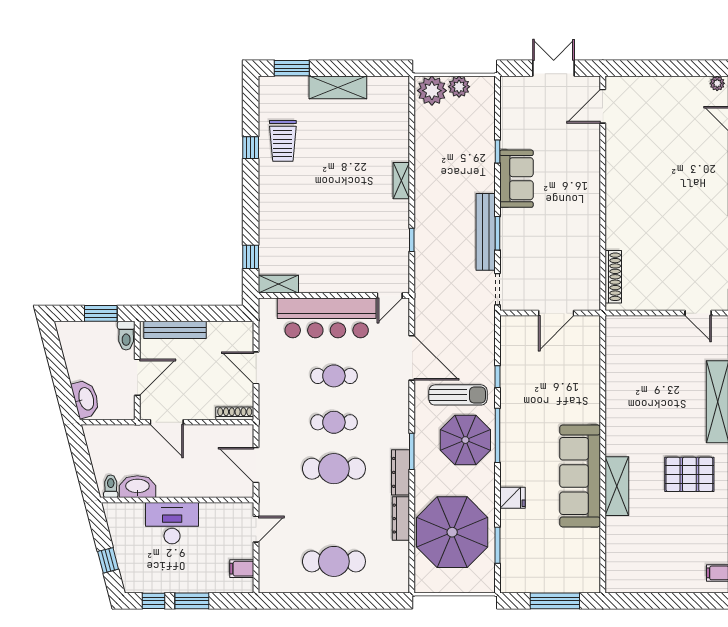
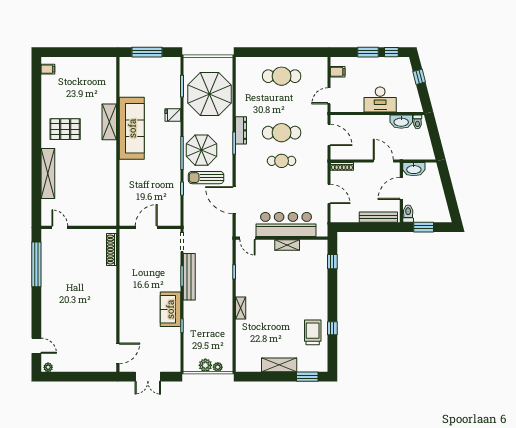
plant: (432, 91) -> (218, 367), width x0.53, depth x0.53
shelving: (278, 284) -> (287, 245), moved
door: (390, 296) -> (248, 238), swing flipped
cafe table: (334, 376) -> (282, 189), removed
washbasin: (86, 399) -> (414, 169), moved, turned -75
dresser: (401, 519) -> (241, 102), removed

